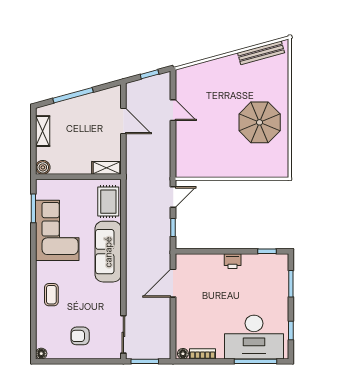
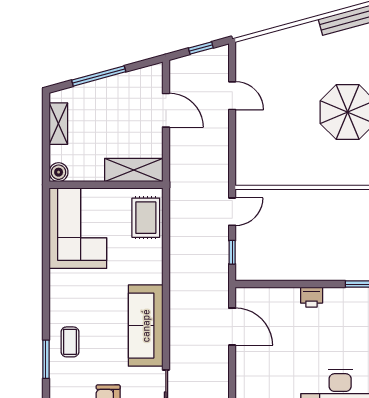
shelving: (107, 168) -> (134, 170), width x1.50, depth x1.33
window: (33, 208) -> (46, 359), moved
corner sofa: (57, 230) -> (78, 228), moved
sofa: (108, 252) -> (146, 326), moved
door: (173, 283) -> (232, 327), swing flipped

